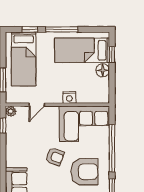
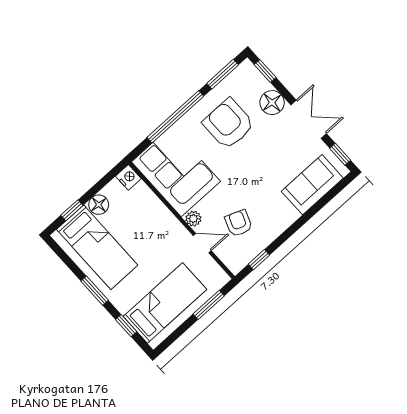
window: (62, 29) -> (94, 291), width x0.69
nightstand: (69, 97) -> (128, 177), moved
plant: (11, 111) -> (193, 219), moved
armchair: (55, 157) -> (239, 223), moved

